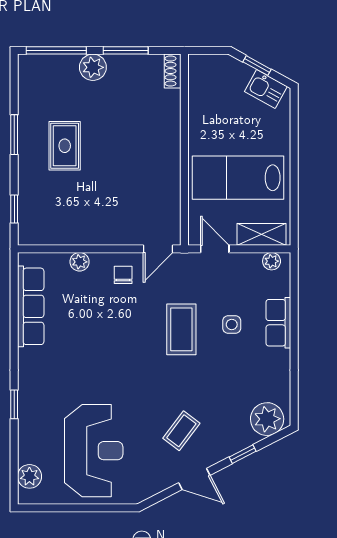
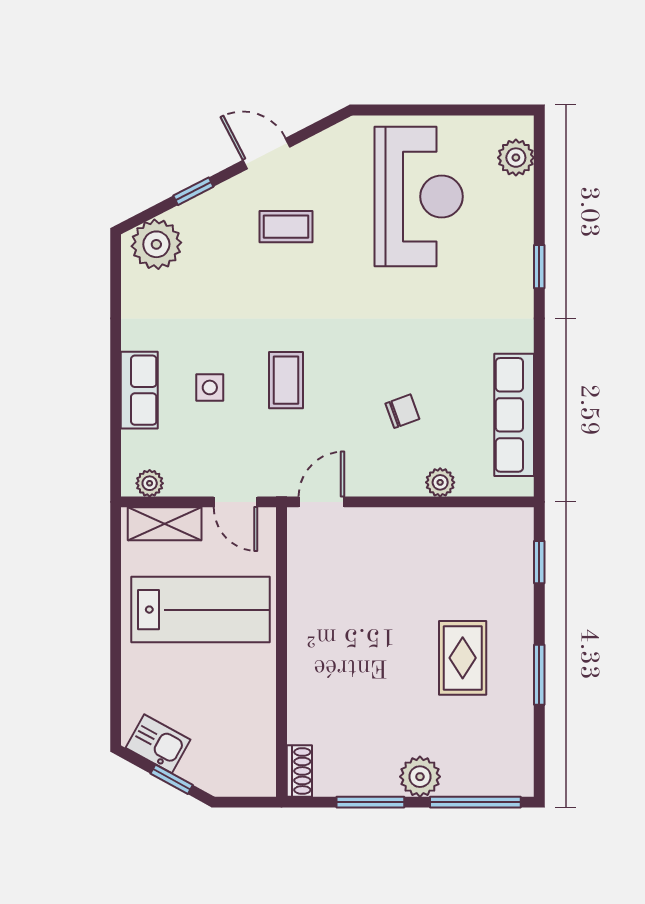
chair: (123, 275) -> (402, 411), moved, turned -110
coffee table: (181, 329) -> (286, 380), width x0.73, depth x0.77
coffee table: (181, 431) -> (286, 227), turned 53
reception desk: (94, 451) -> (419, 197), turned 180

